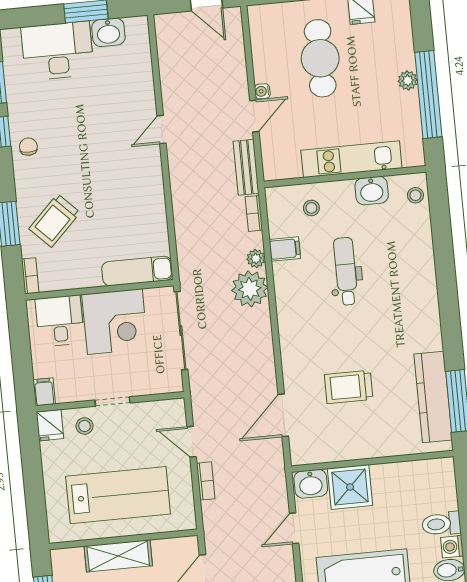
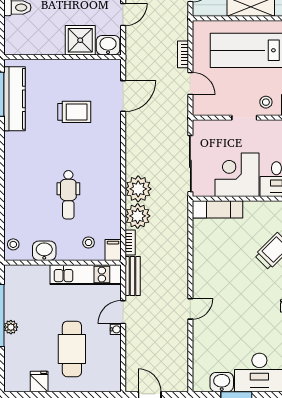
kitchen unit: (351, 159) -> (86, 275), moved
filing cabinet: (285, 249) -> (113, 250), moved, turned 90
plant: (256, 259) -> (138, 216), width x1.88, depth x1.88

